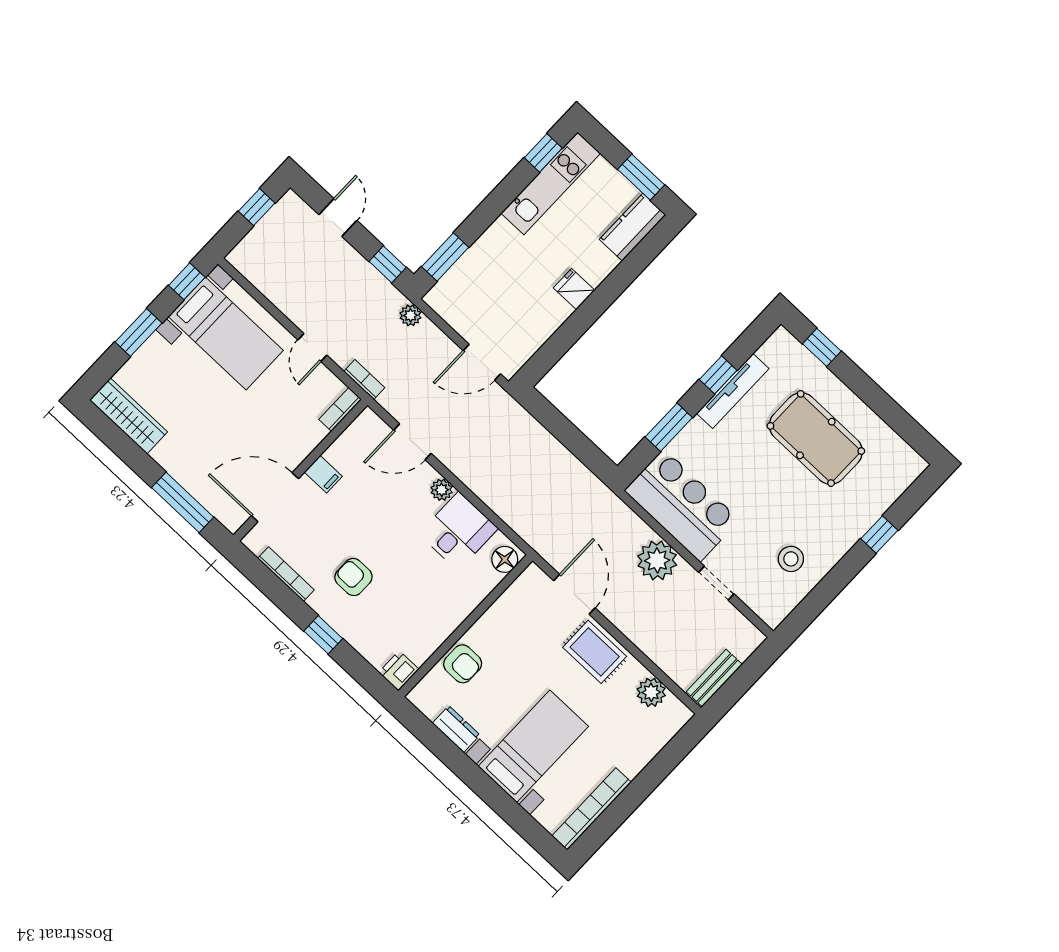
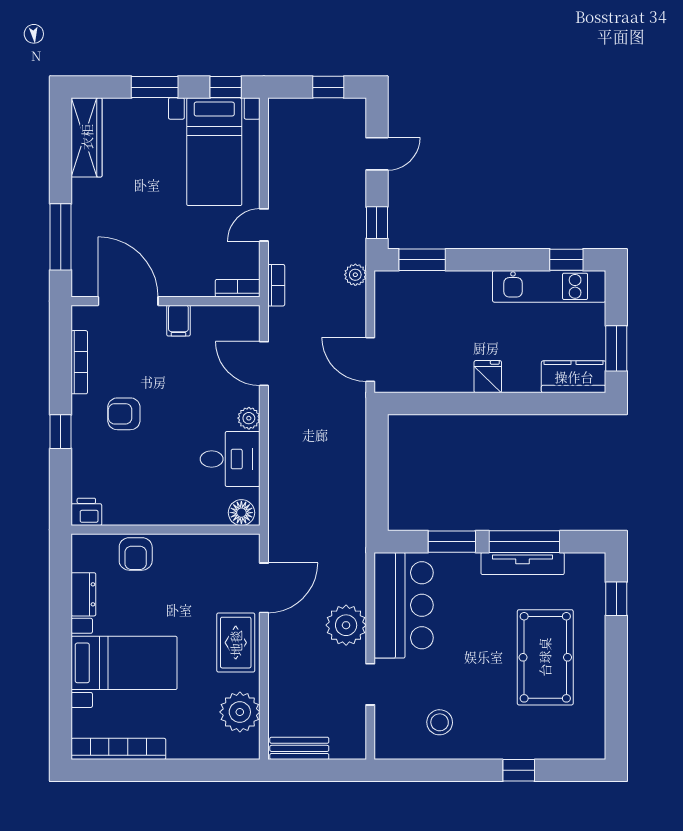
window: (718, 375) -> (524, 542), width x2.17
armchair: (353, 577) -> (124, 414), turned -90
plant: (651, 692) -> (240, 712), width x1.36, depth x1.36

